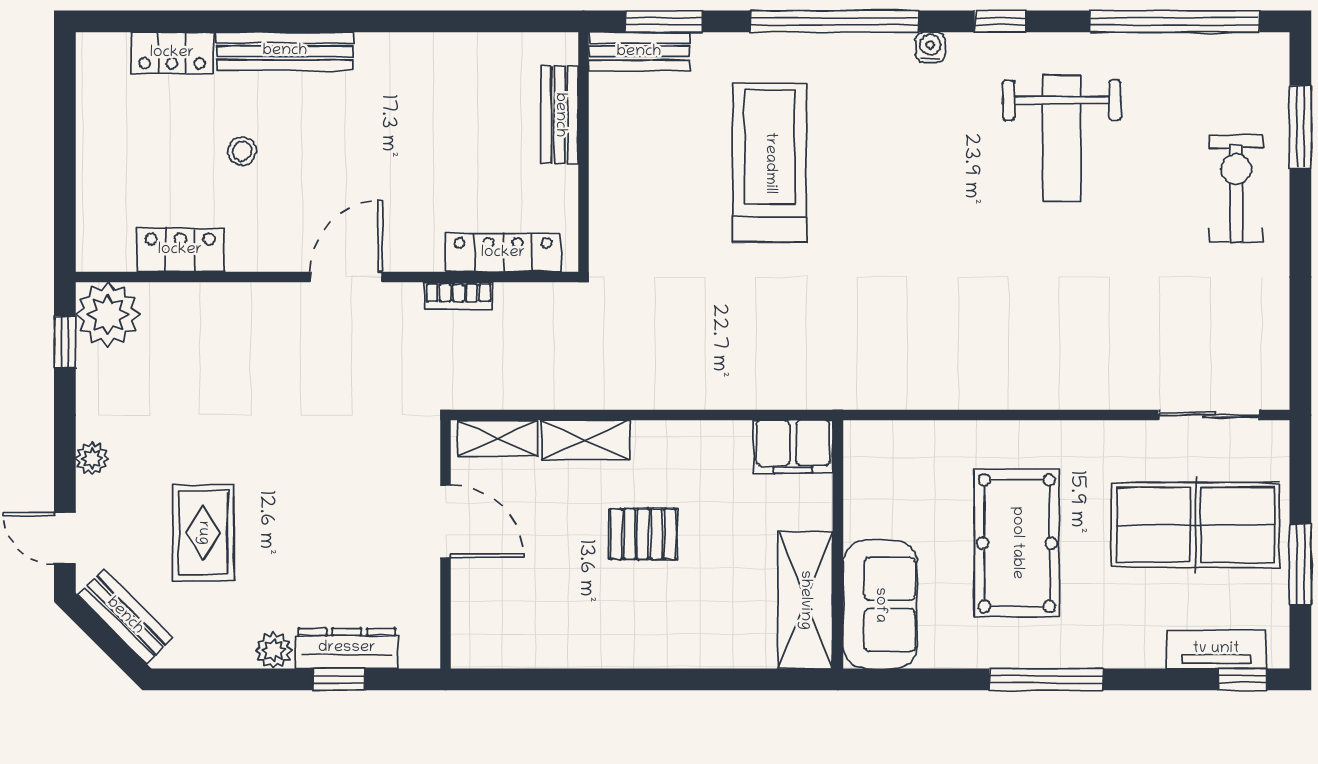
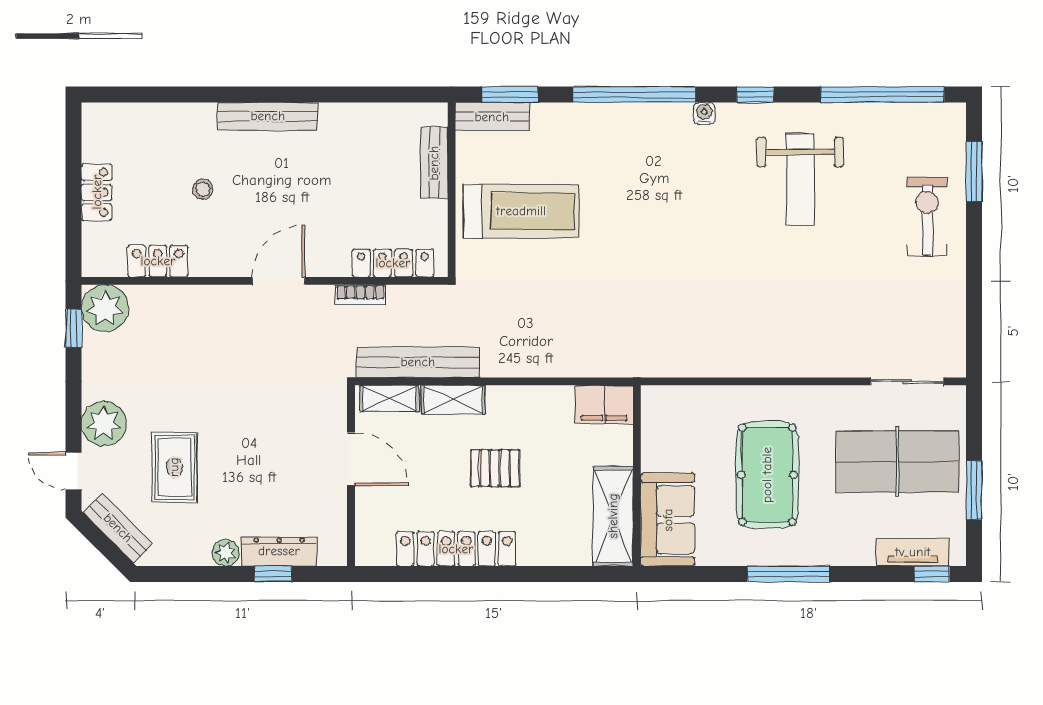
bench: (285, 51) -> (268, 116), moved
locker: (172, 53) -> (97, 192), moved, turned -90
treadmill: (770, 163) -> (521, 211), moved, turned 90
bench: (538, 389) -> (418, 362), added
plant: (92, 458) -> (104, 424), width x1.87, depth x1.87
locker: (590, 645) -> (456, 549), added

